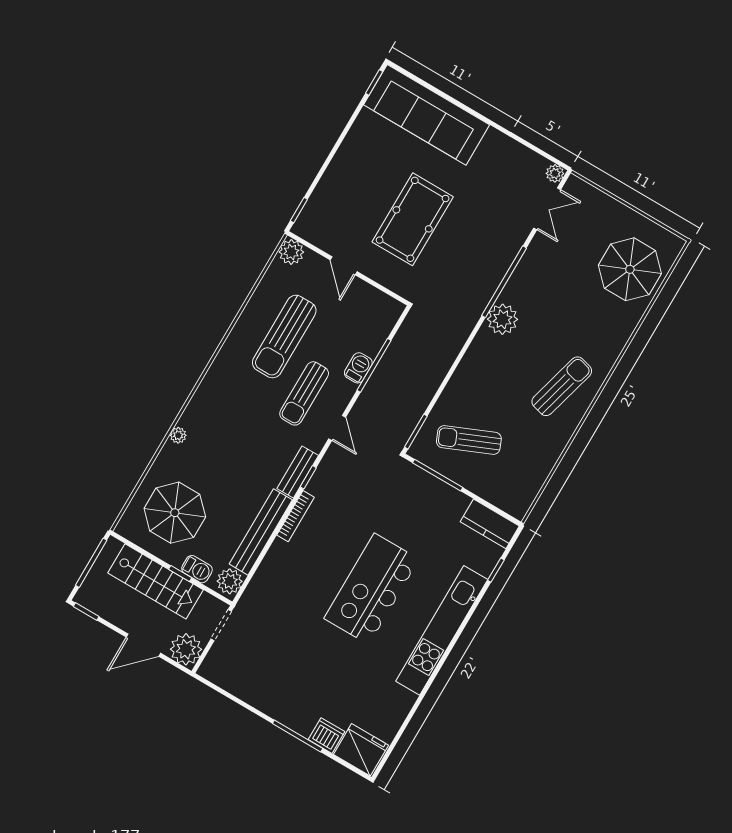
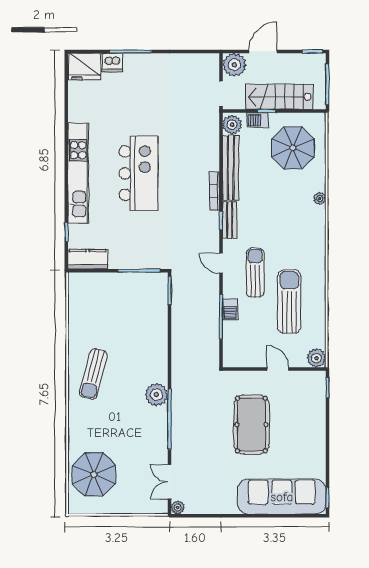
sun lounger: (469, 440) -> (132, 305), removed

